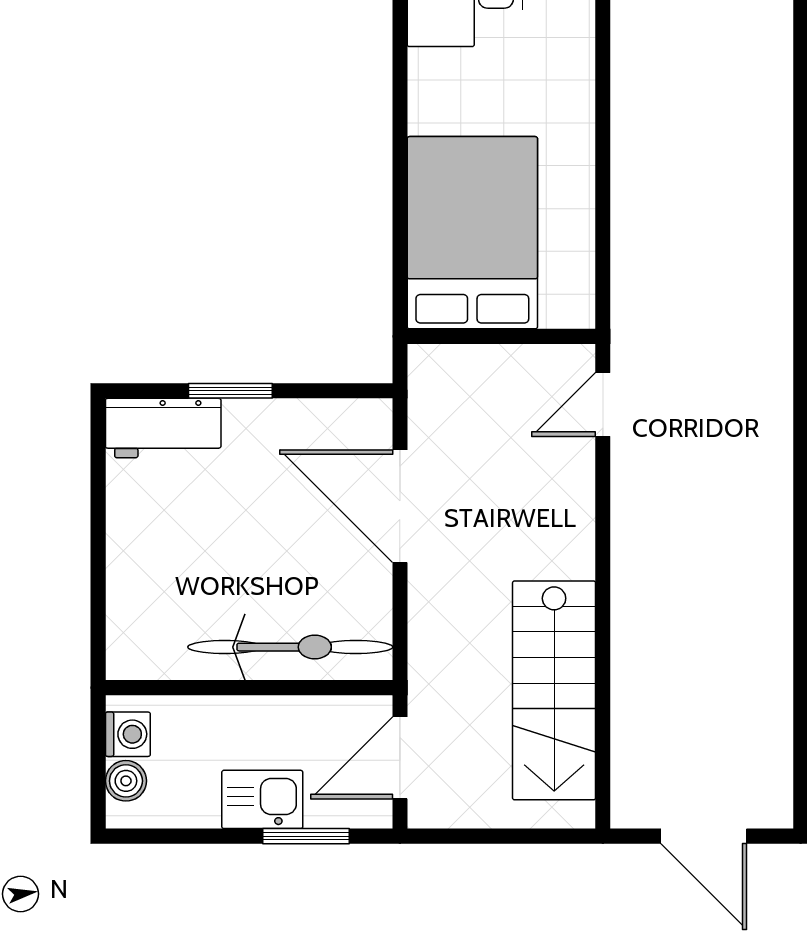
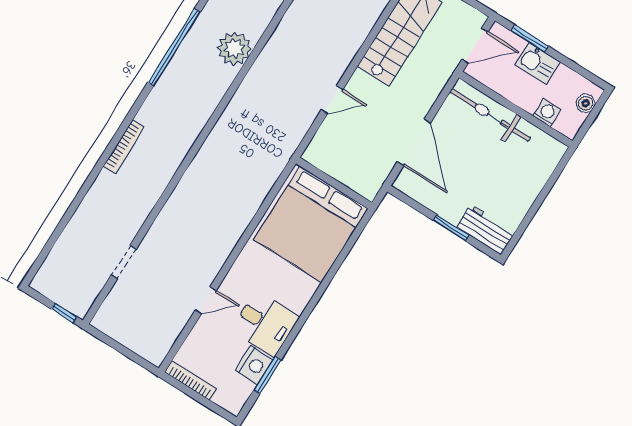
bed: (472, 233) -> (311, 224), width x1.36
door: (603, 404) -> (332, 100), moved
washing machine: (128, 734) -> (547, 113), moved, turned 90

